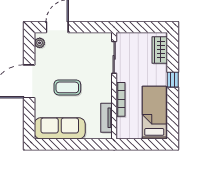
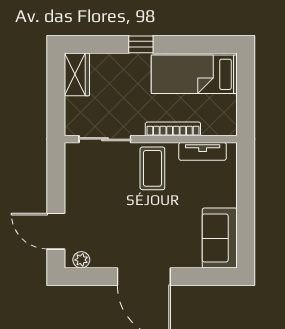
wardrobe: (160, 50) -> (77, 74), moved, turned -90
coffee table: (67, 87) -> (152, 168), moved
sofa: (60, 128) -> (220, 238), width x0.73

